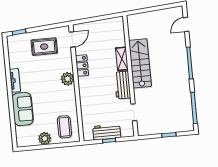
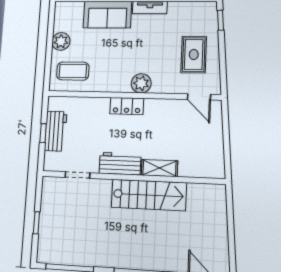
locker: (82, 65) -> (127, 106), moved

